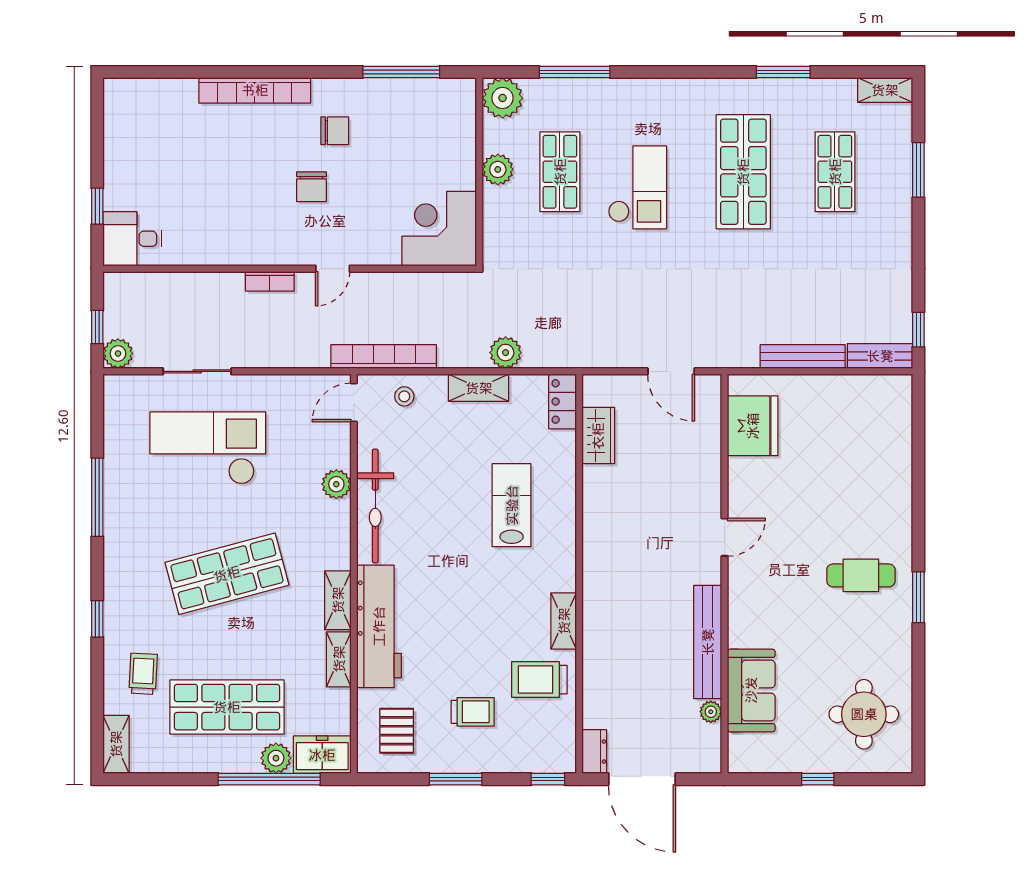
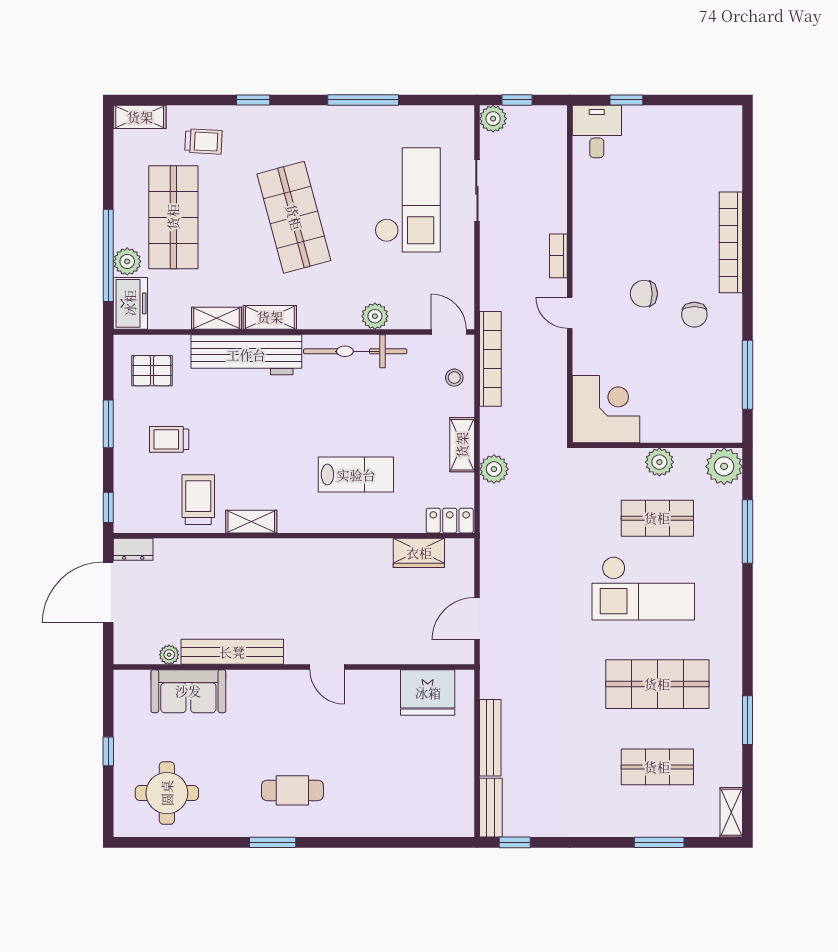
checkout: (637, 187) -> (643, 588), width x1.36, depth x1.21
cafe table: (861, 575) -> (292, 790), turned 90
trolley: (473, 712) -> (169, 439), turned 90

